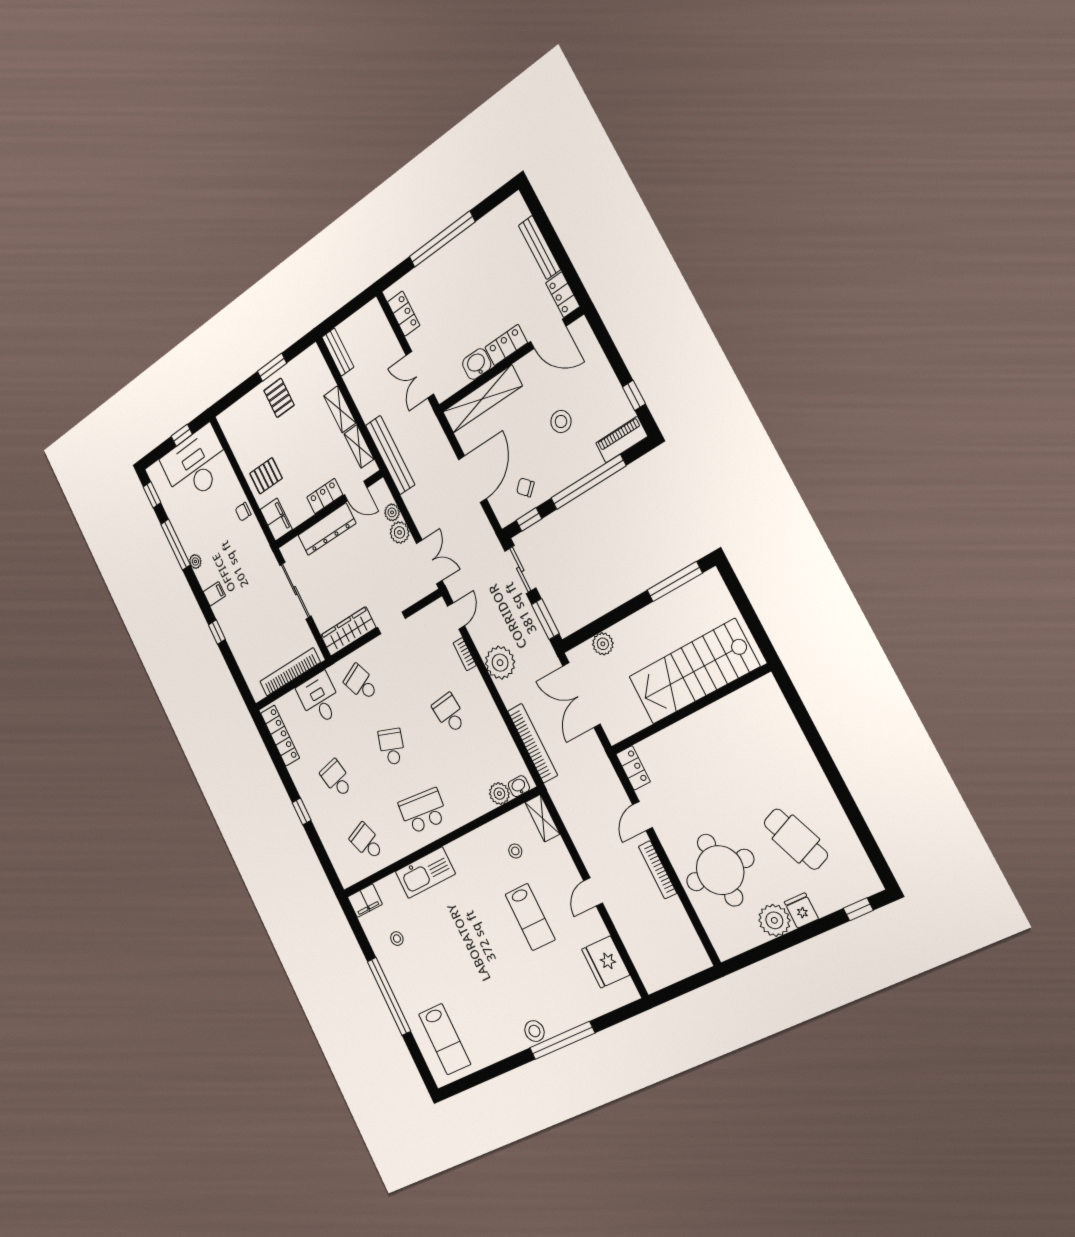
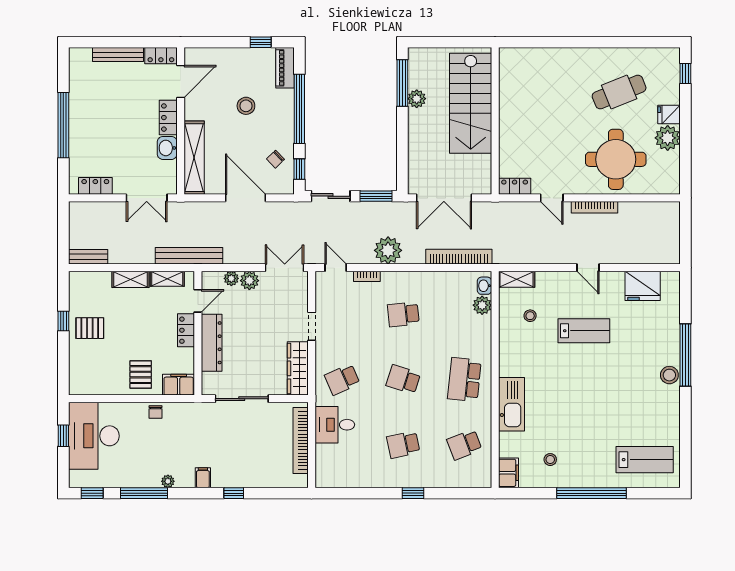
window: (272, 367) -> (63, 321), width x0.67
plant: (603, 644) -> (417, 99), moved
locker: (280, 736) -> (345, 479), removed

